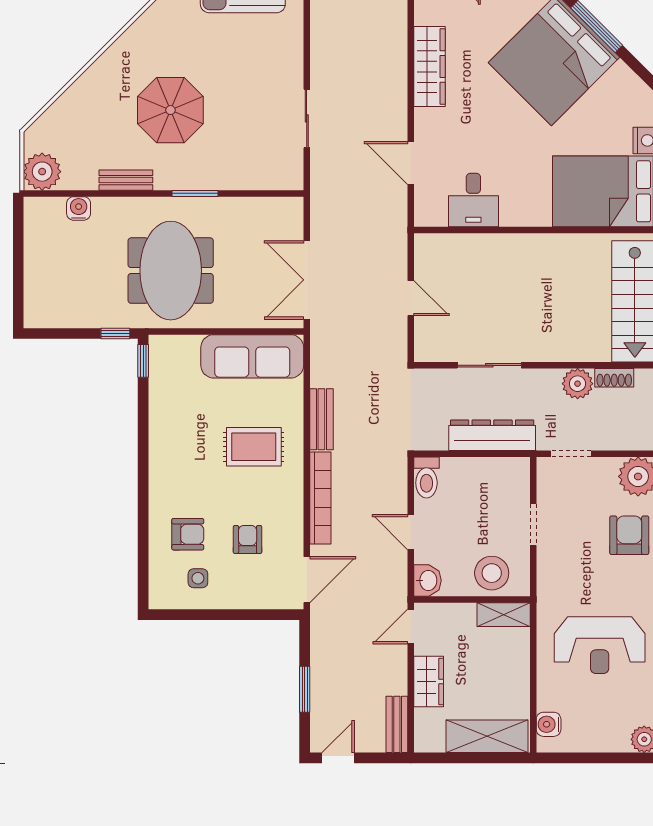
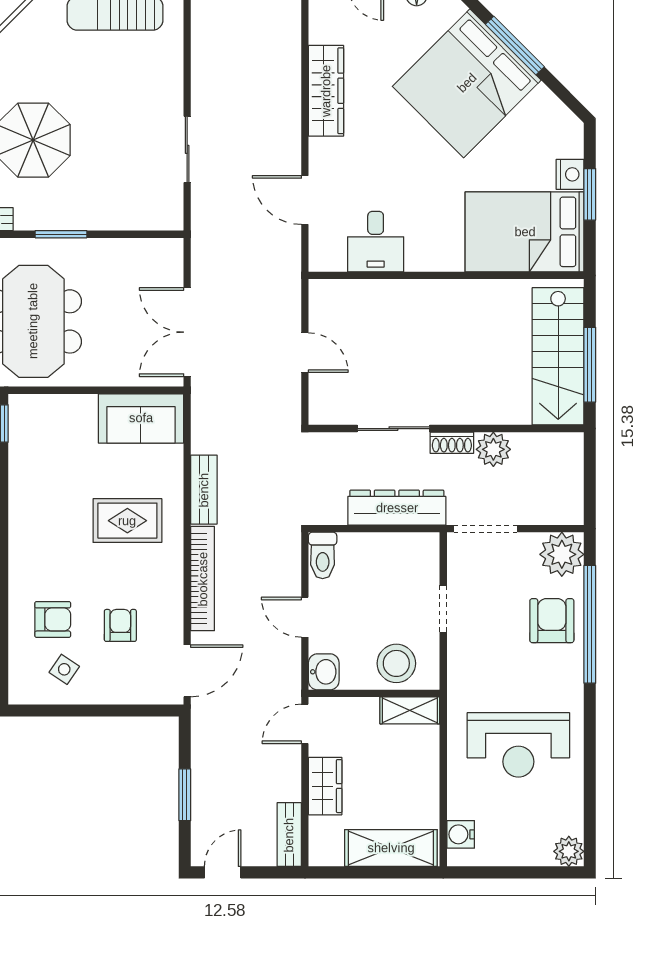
sofa: (252, 356) -> (141, 418), width x0.73
shoe rack: (614, 378) -> (452, 443), moved
doorway: (571, 454) -> (486, 529), width x1.38
side table: (198, 578) -> (64, 669), turned 34

